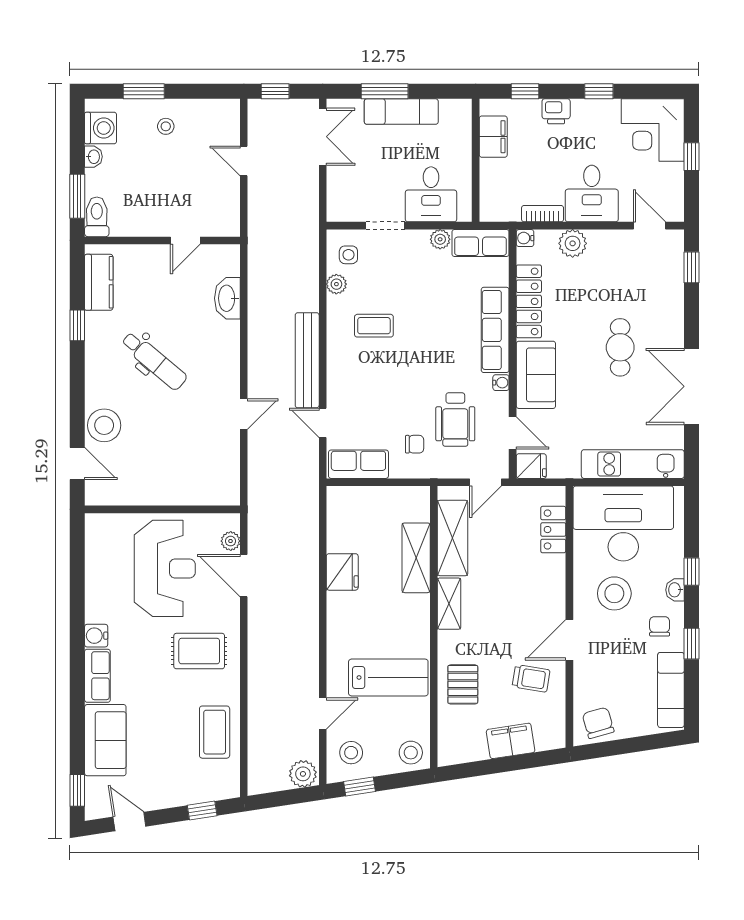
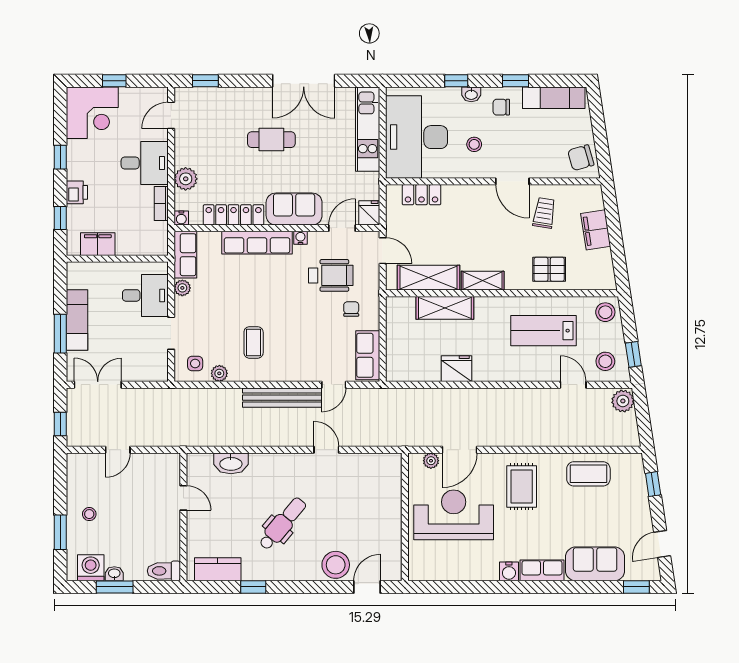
window: (77, 196) -> (115, 587), moved
stool: (614, 593) -> (474, 144), width x0.53, depth x0.53
lab bench: (388, 677) -> (543, 331), turned -90

